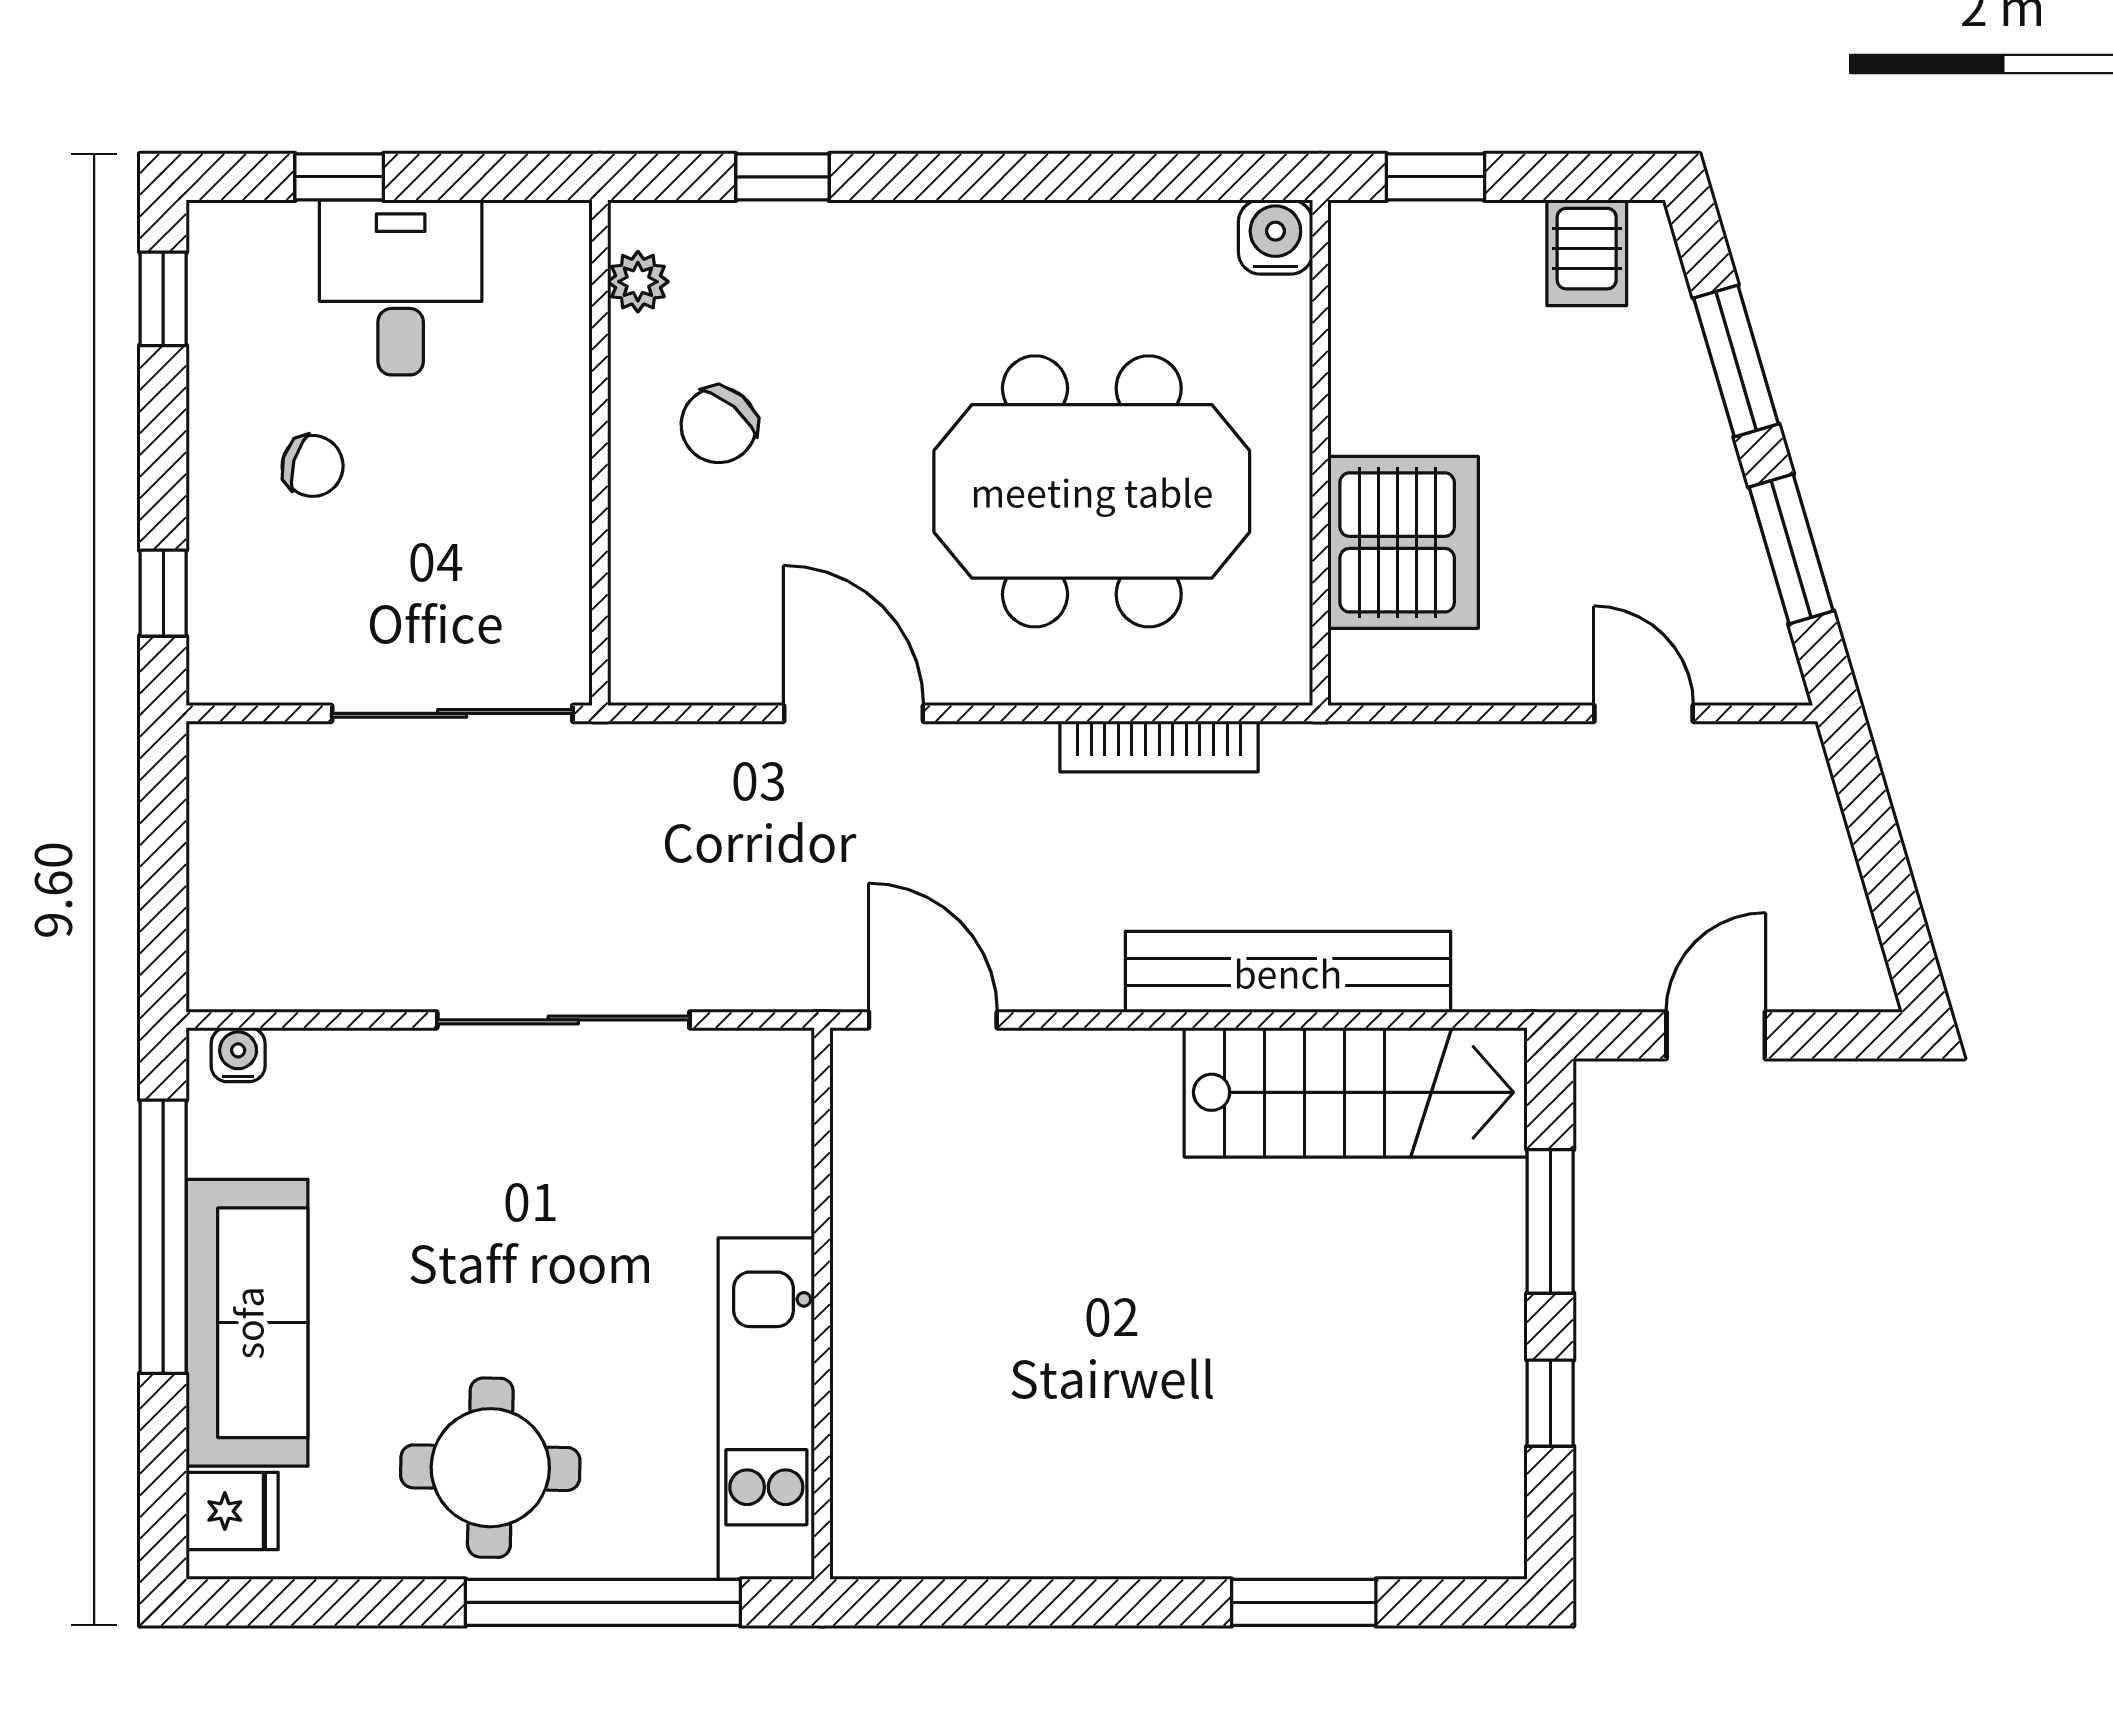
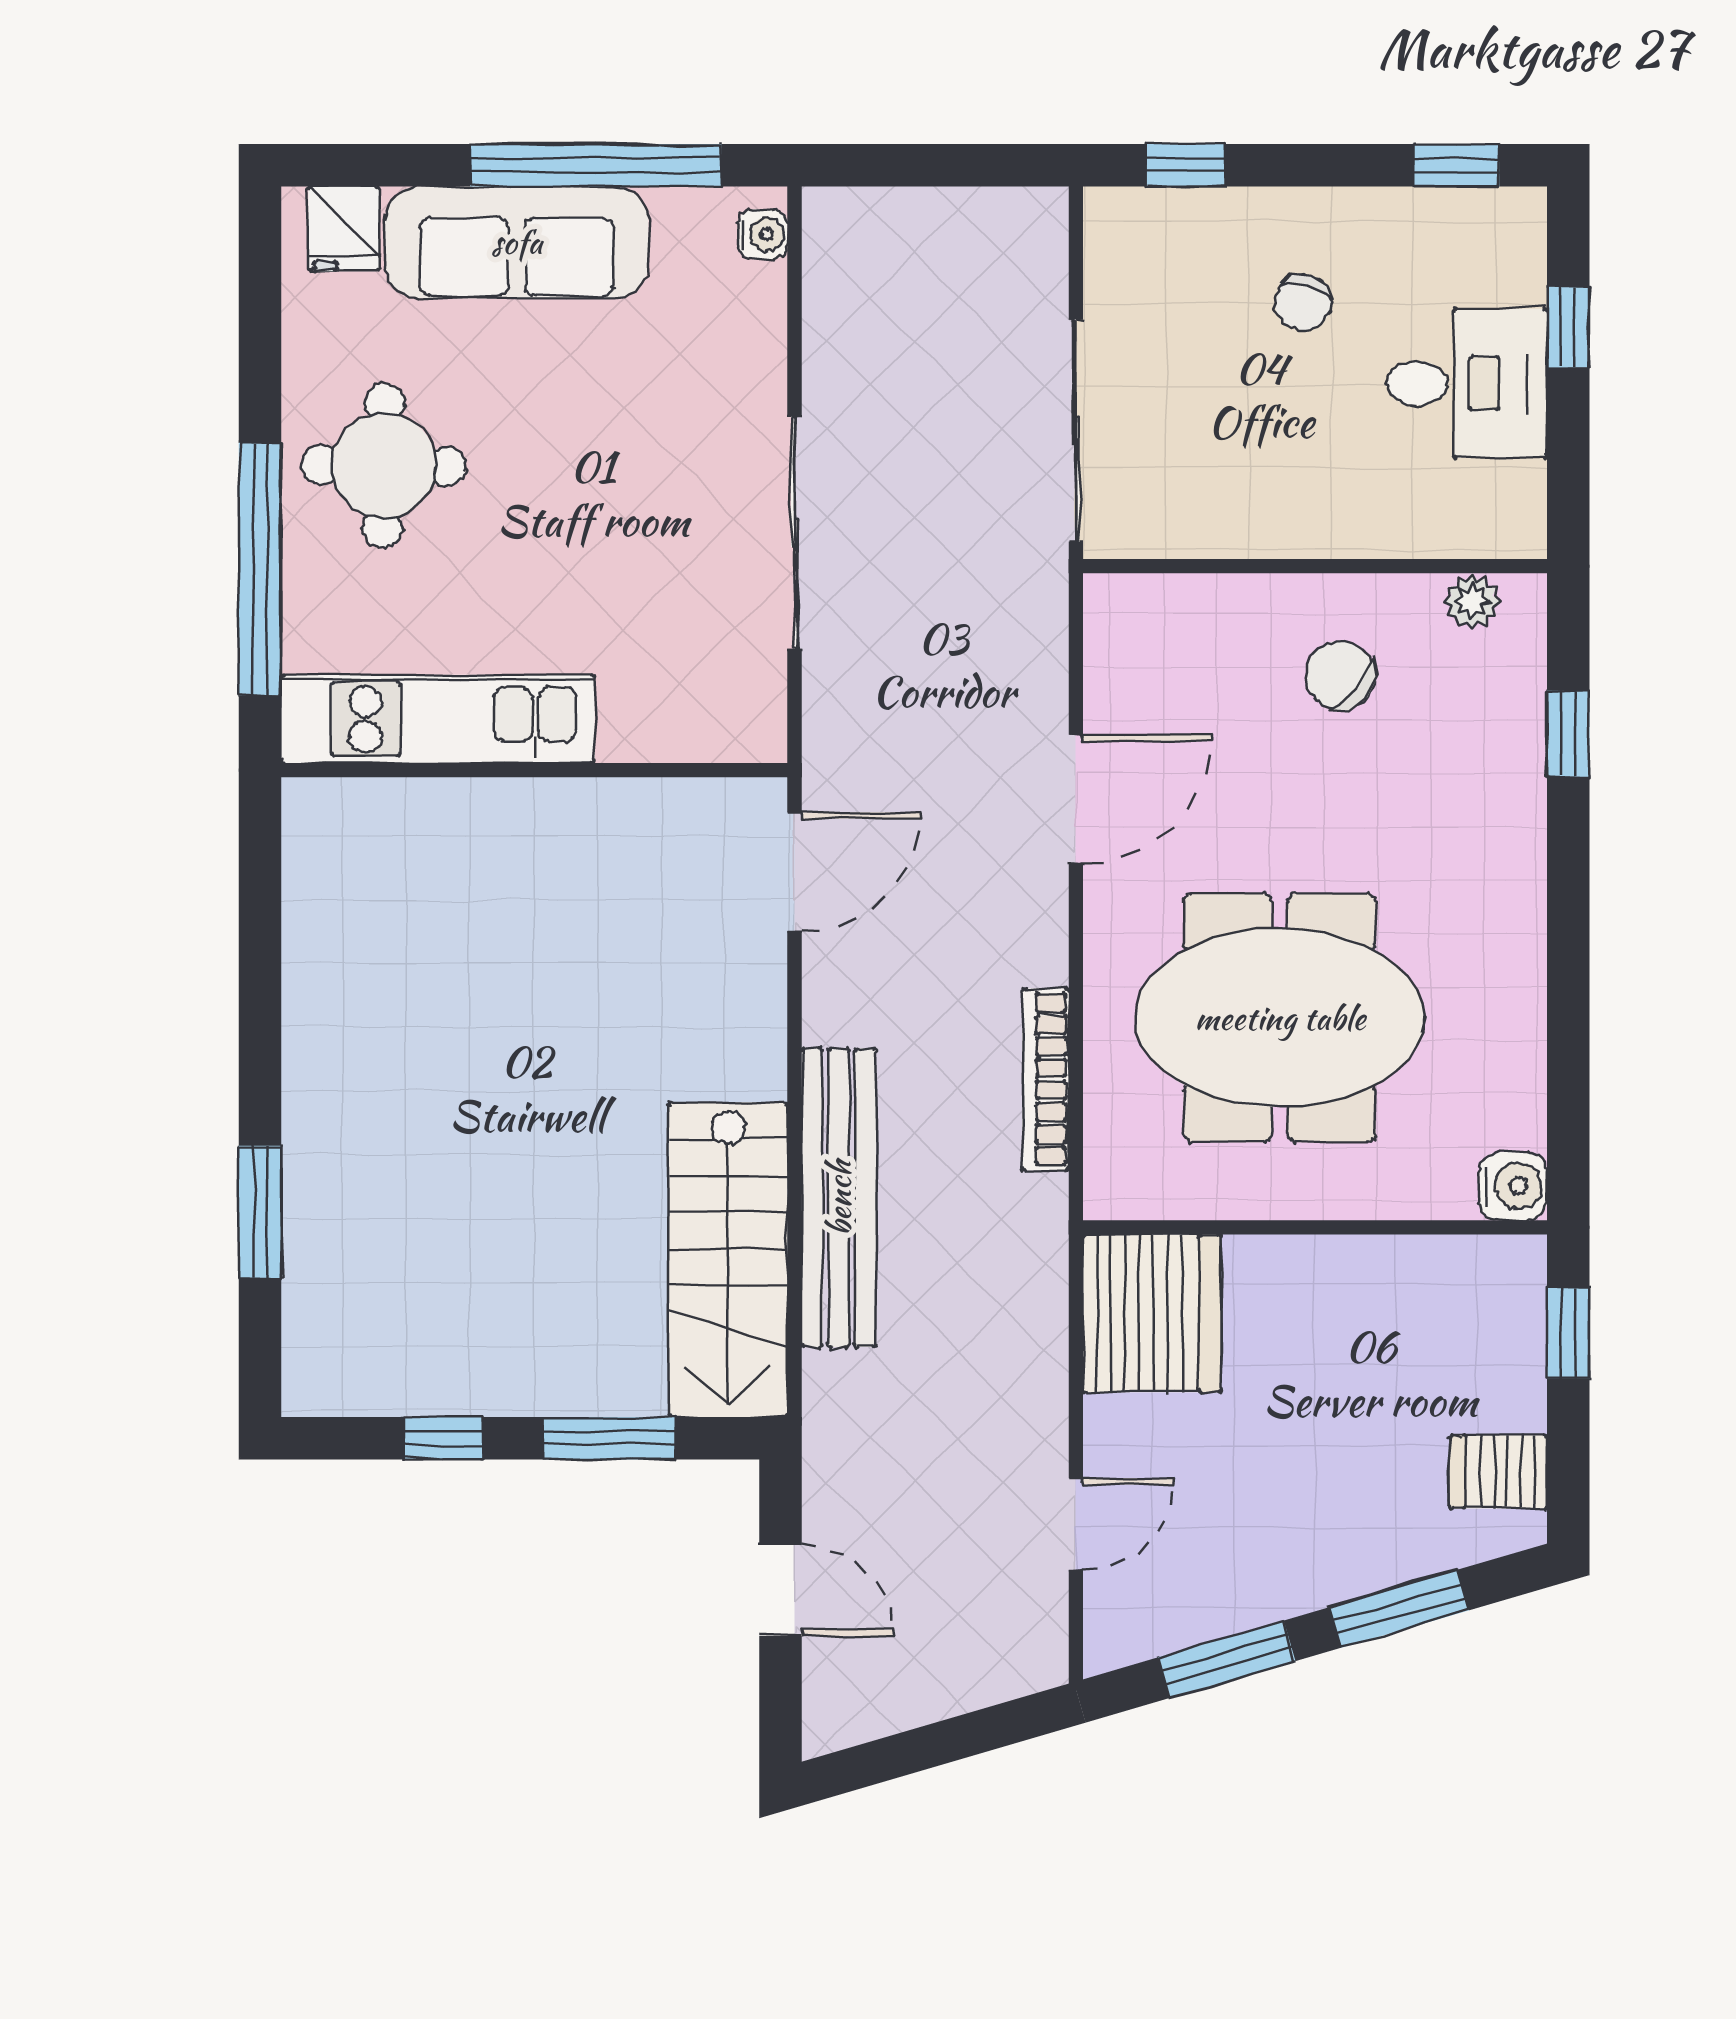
meeting table: (1092, 491) -> (1280, 1018), turned 90
server rack: (1403, 542) -> (1152, 1313), moved, turned -90

